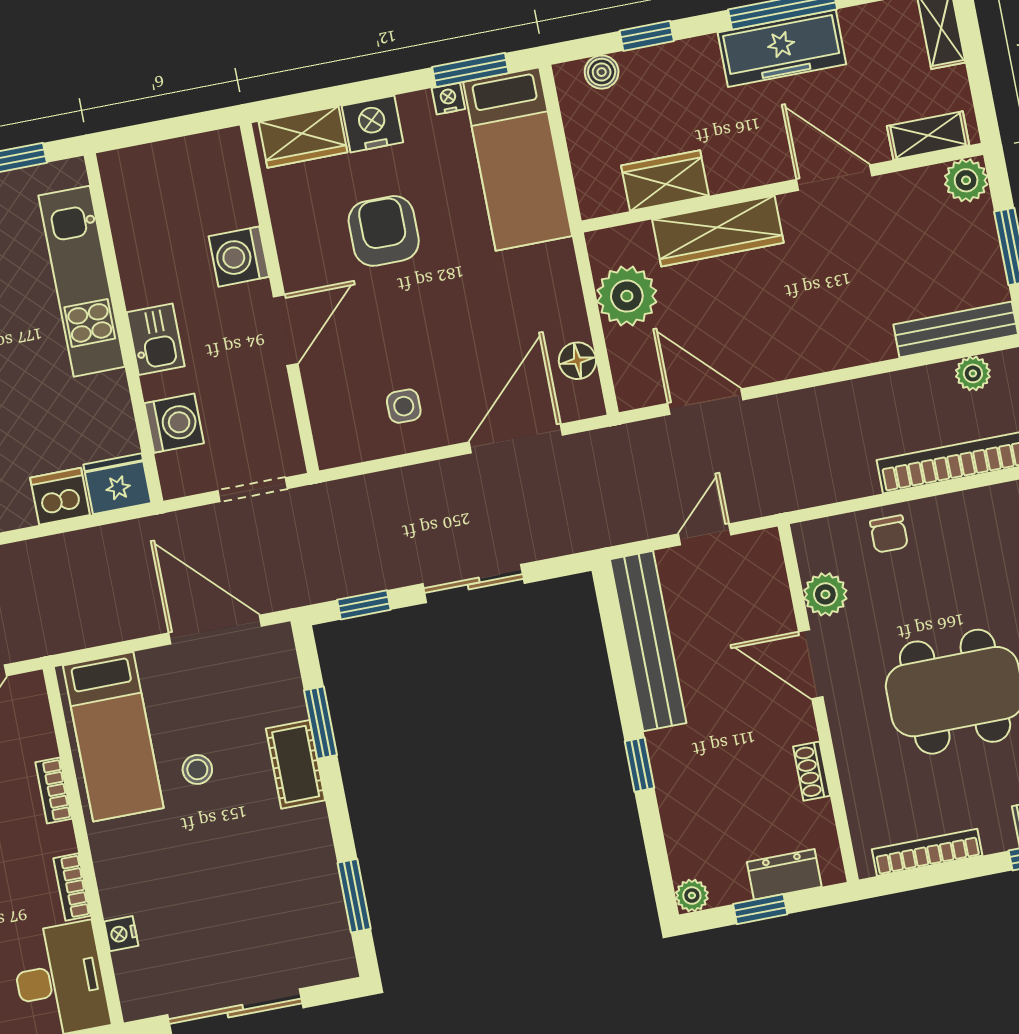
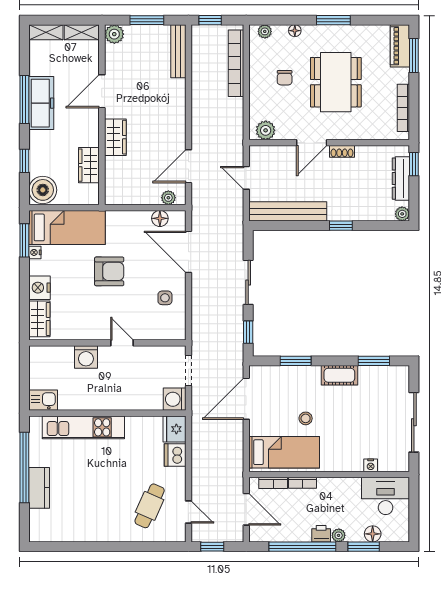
boiler: (602, 72) -> (43, 190), width x1.86, depth x1.86
shelving: (928, 136) -> (82, 32), moved, turned 90
armchair: (384, 231) -> (109, 271), moved, turned 180
wardrobe: (718, 231) -> (115, 137), width x0.67
plant: (627, 296) -> (168, 198), moved, width x0.53, depth x0.53
door: (286, 330) -> (122, 343), width x0.73
kitchen sink: (156, 339) -> (43, 400), moved
plant: (973, 373) -> (199, 47), removed
washing machine: (174, 423) -> (175, 399), moved, turned -90
chair: (889, 534) -> (285, 78), moved, turned 90
plant: (825, 594) -> (266, 130), moved
cot: (296, 764) -> (339, 375), moved
shoe rack: (812, 771) -> (342, 151), moved
dresser: (784, 874) -> (401, 179), width x1.44
bookcase: (72, 887) -> (273, 483), moved
window: (760, 909) -> (414, 164), moved

